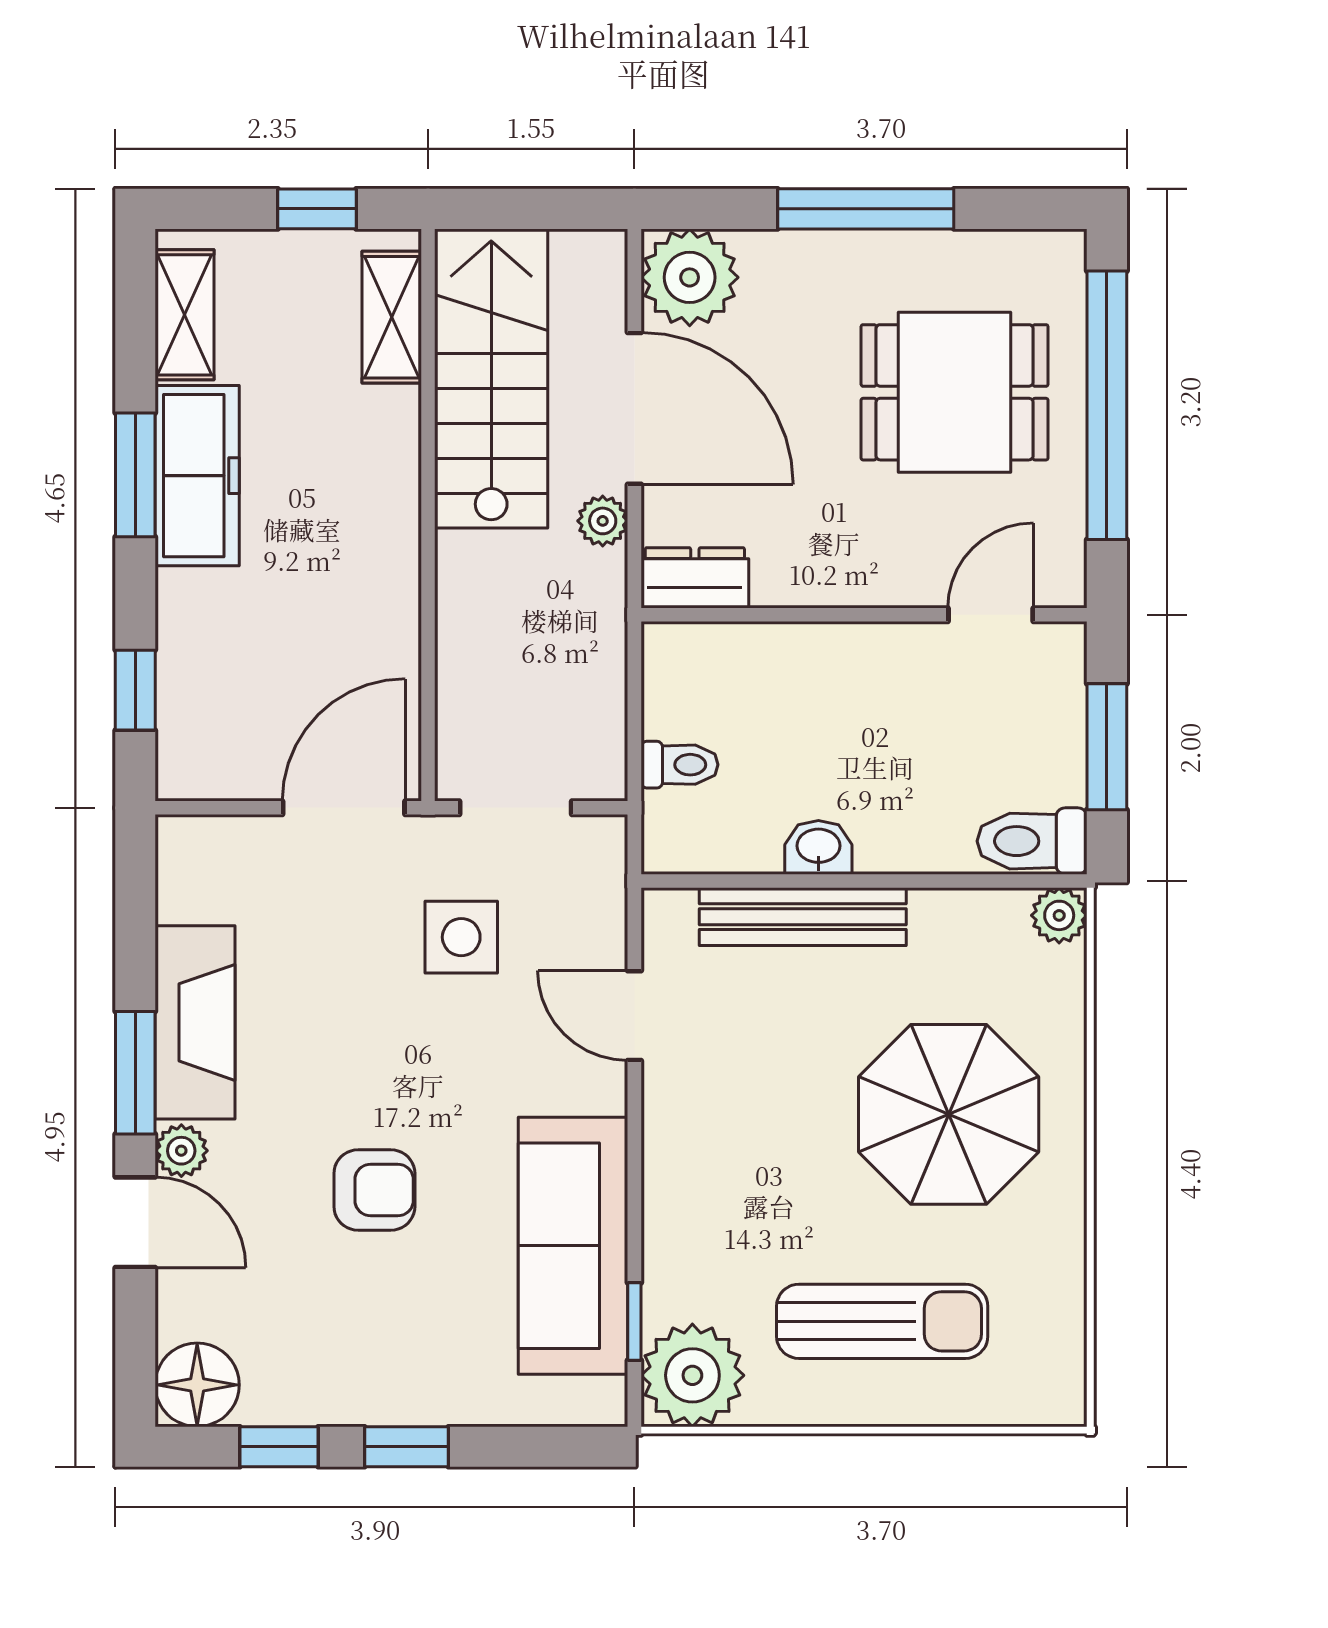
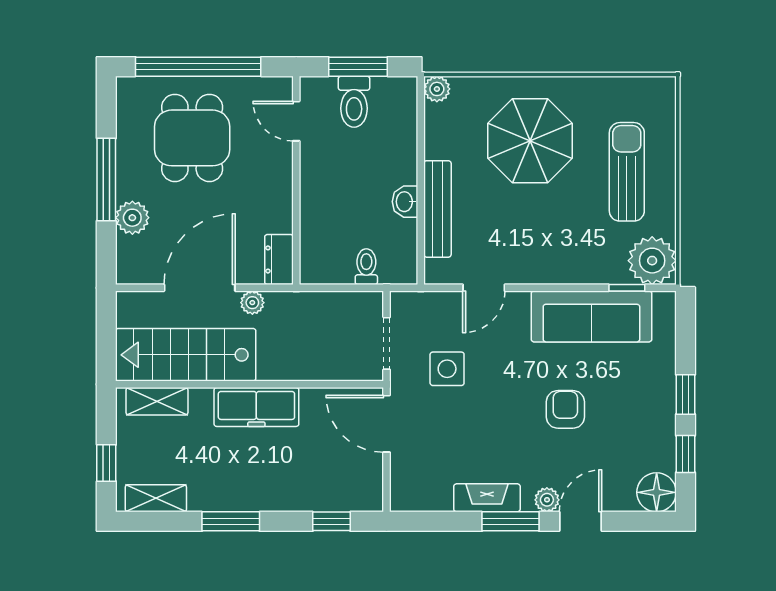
window: (317, 209) -> (106, 463), moved
plant: (690, 277) -> (132, 218), moved, width x0.73, depth x0.73
freezer: (197, 476) -> (256, 407), moved, turned 180
toilet: (1032, 841) -> (354, 102), moved
fireplace: (195, 1022) -> (487, 498), width x0.73, depth x0.76

